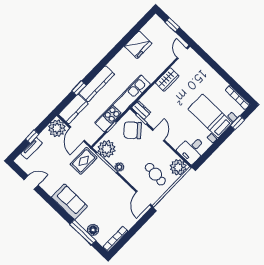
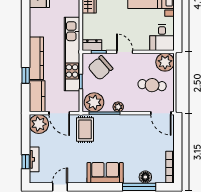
window: (32, 137) -> (26, 162), moved

